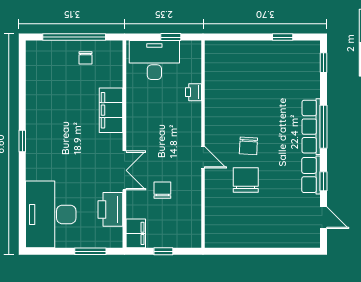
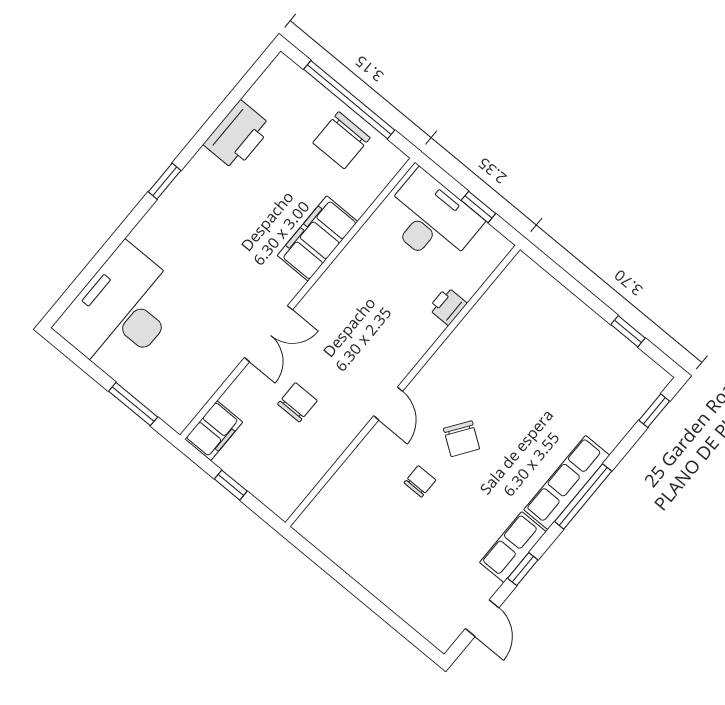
chair: (86, 58) -> (341, 140), width x1.87, depth x1.87
chair: (248, 146) -> (462, 439), turned -58
chair: (246, 180) -> (420, 481), width x0.54, depth x0.54
printer: (110, 209) -> (238, 135), moved, turned 180

